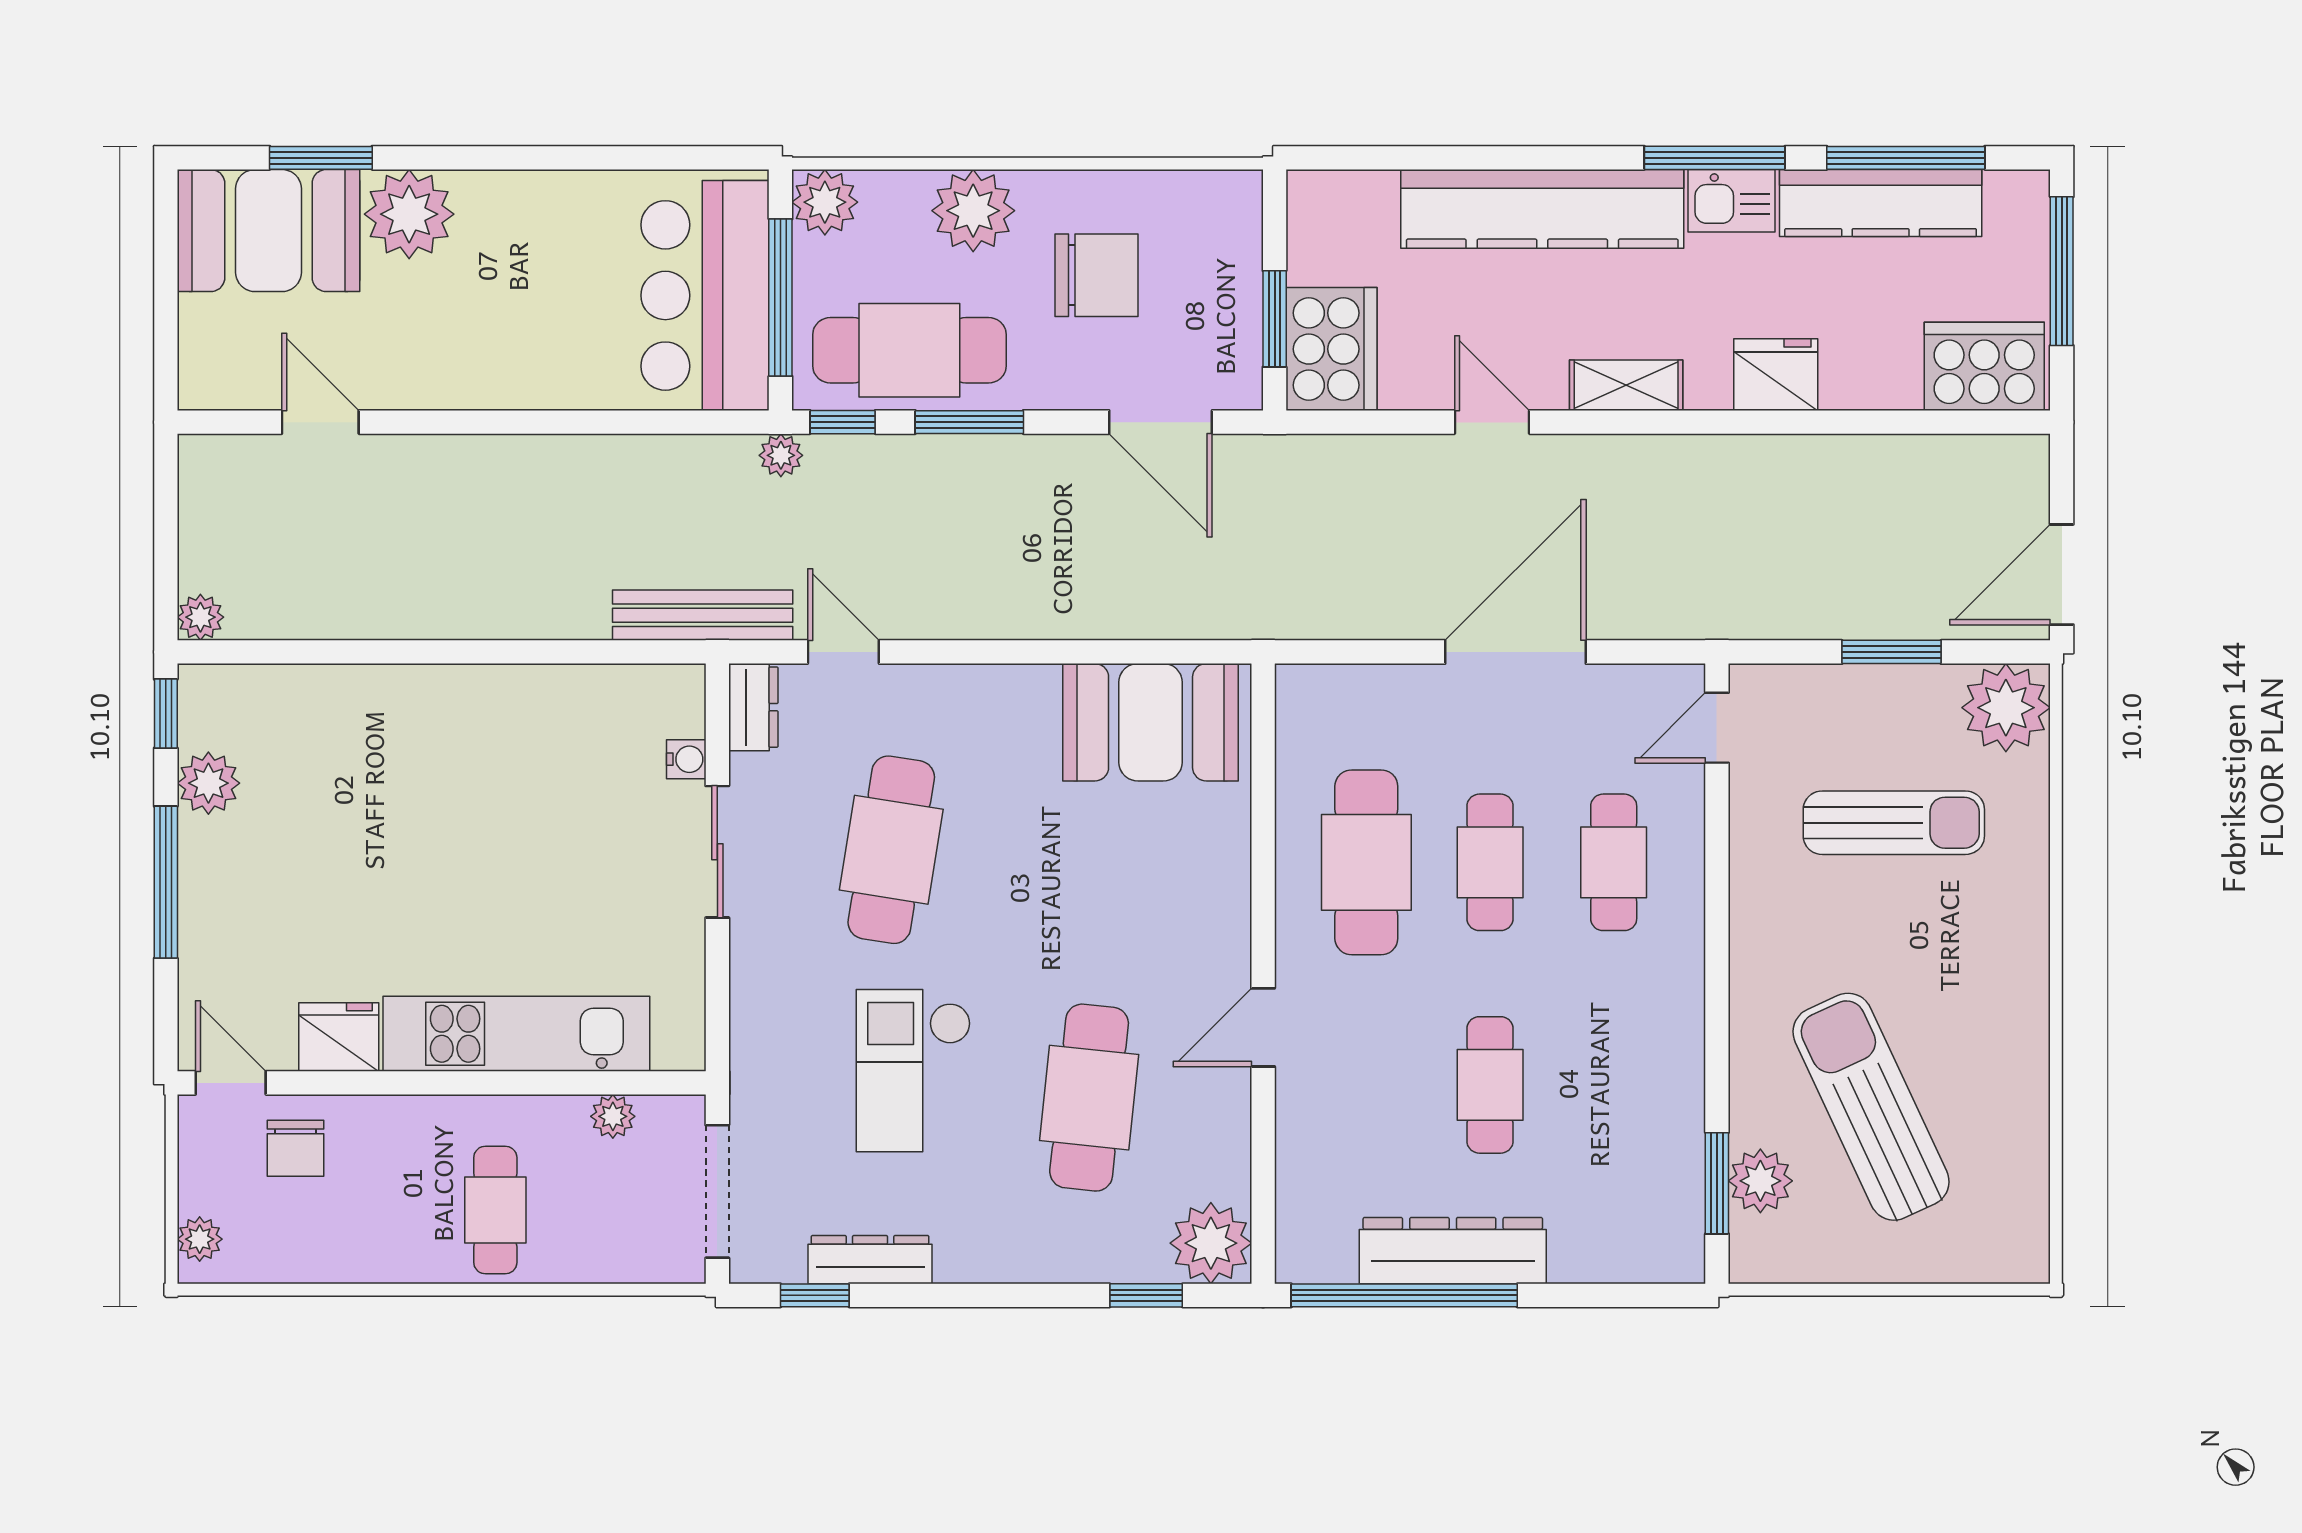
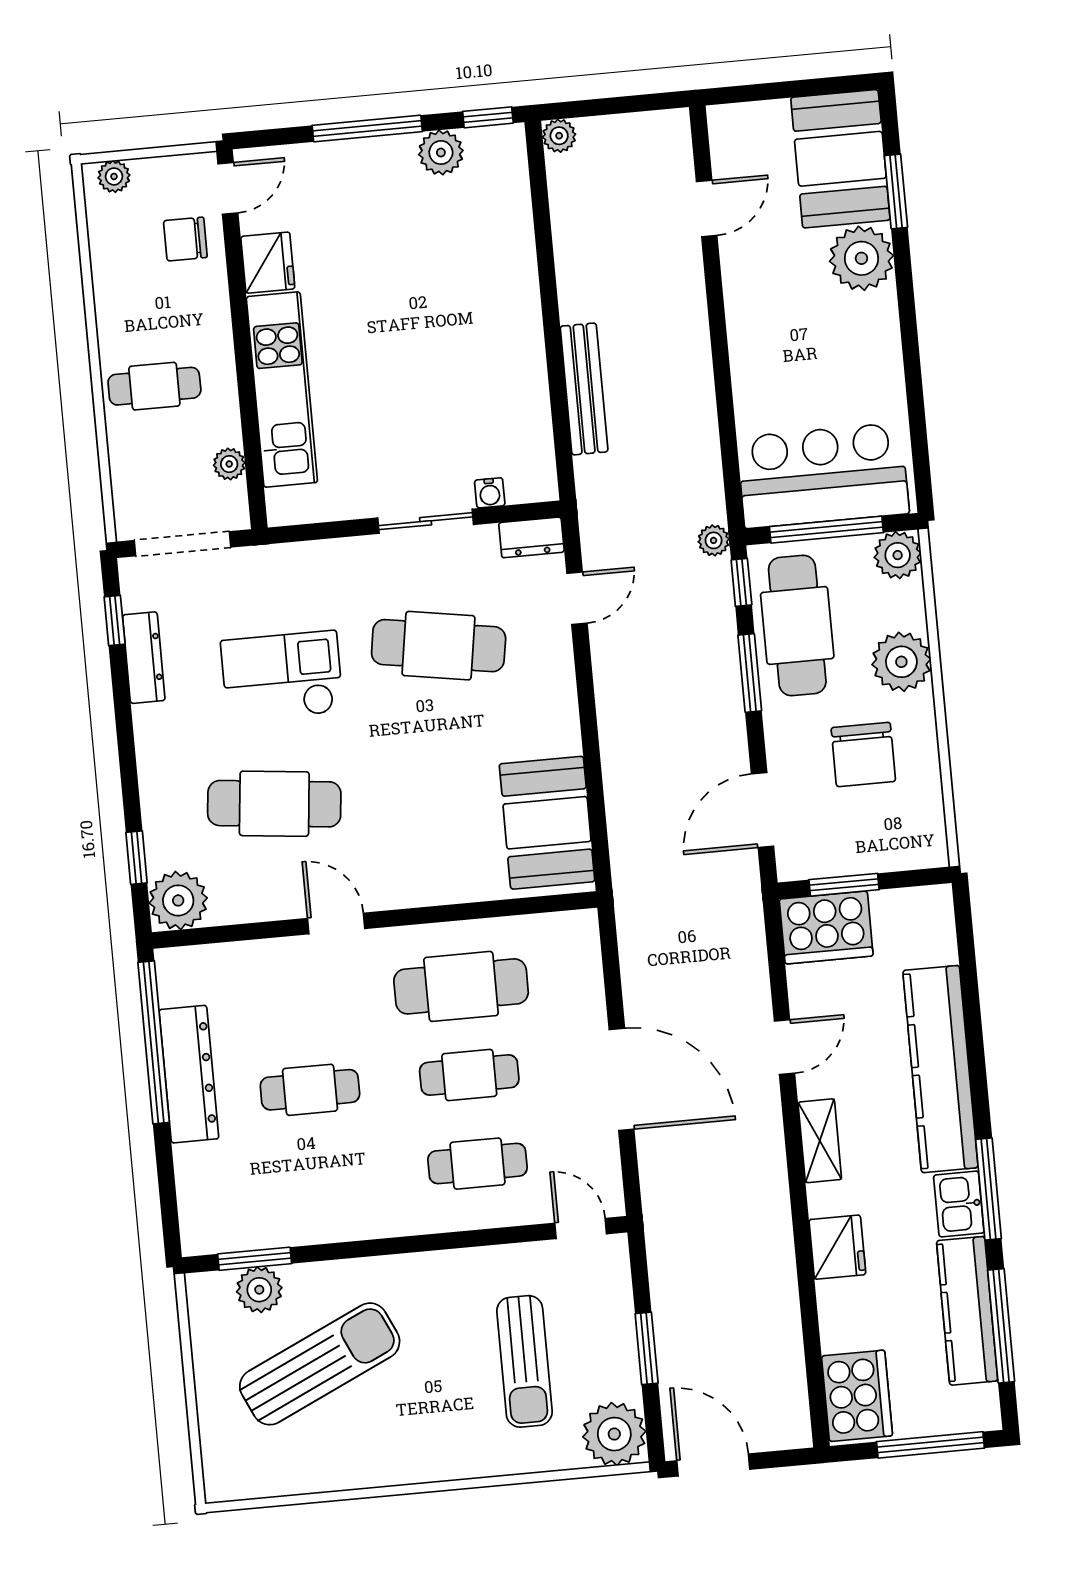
bench: (703, 615) -> (584, 389), moved

